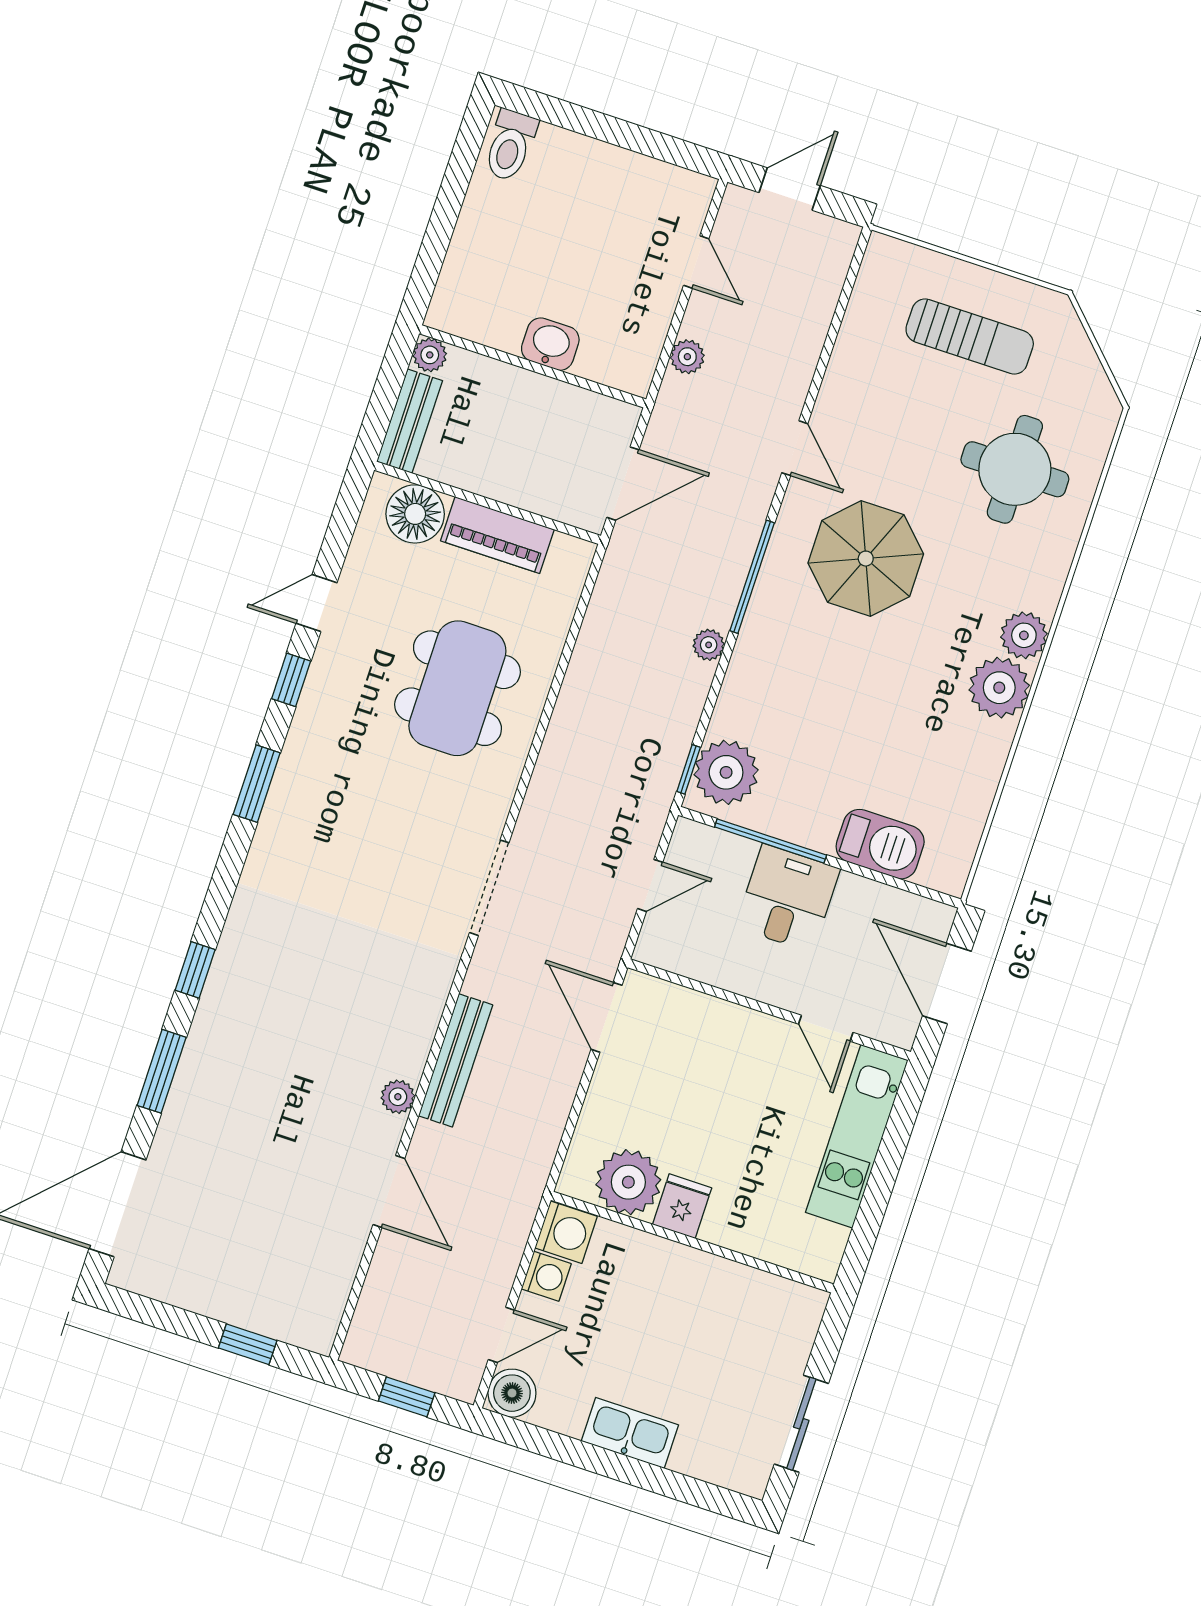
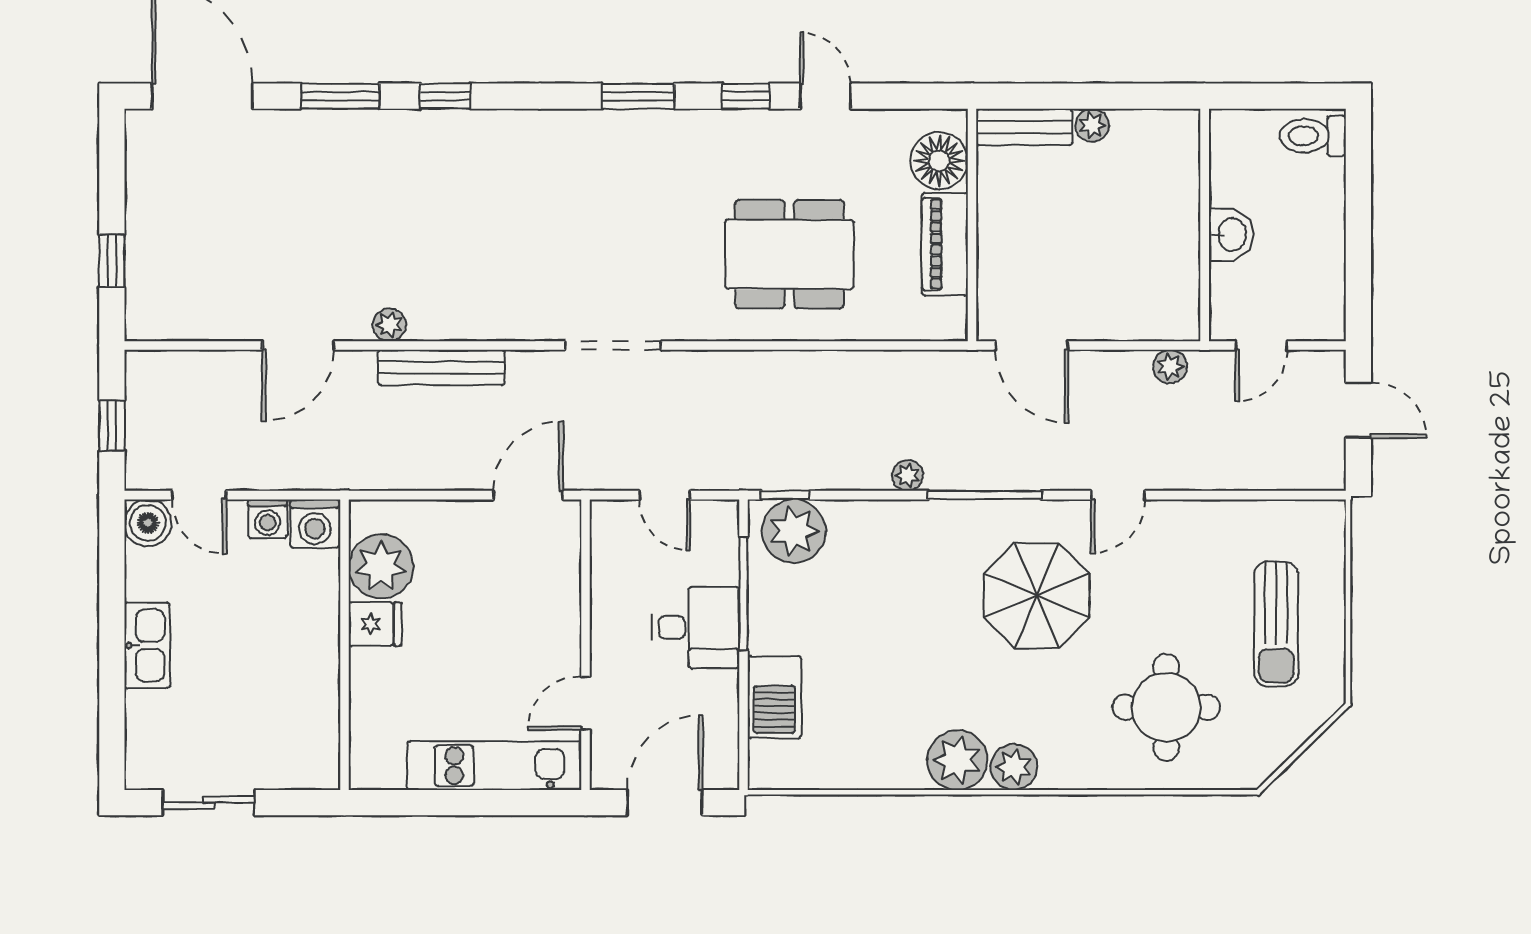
washbasin: (550, 344) -> (1231, 235), moved
wall: (533, 366) -> (1205, 225), moved

